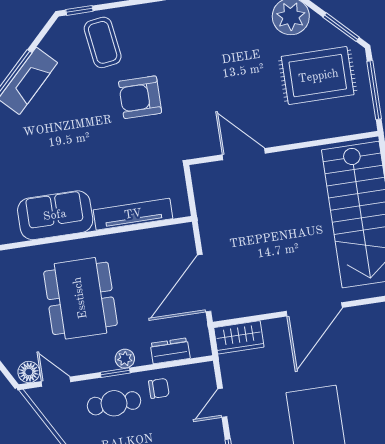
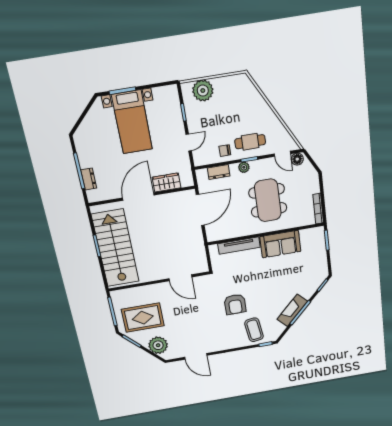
armchair: (140, 97) -> (235, 304), turned 90
wardrobe: (239, 337) -> (166, 182), moved

